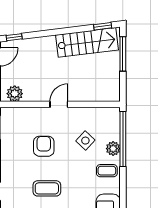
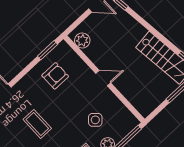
armchair: (44, 146) -> (55, 76), moved

